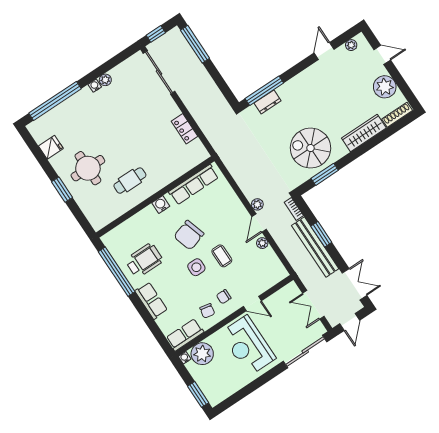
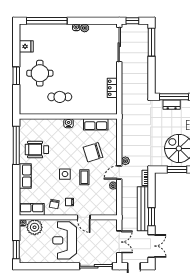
row of seats: (194, 185) -> (96, 124), width x0.68
window: (321, 234) -> (151, 217), moved
chair: (189, 235) -> (93, 152), moved
wheelchair: (144, 260) -> (37, 150), turned 180
double door: (313, 305) -> (119, 242), swing flipped

